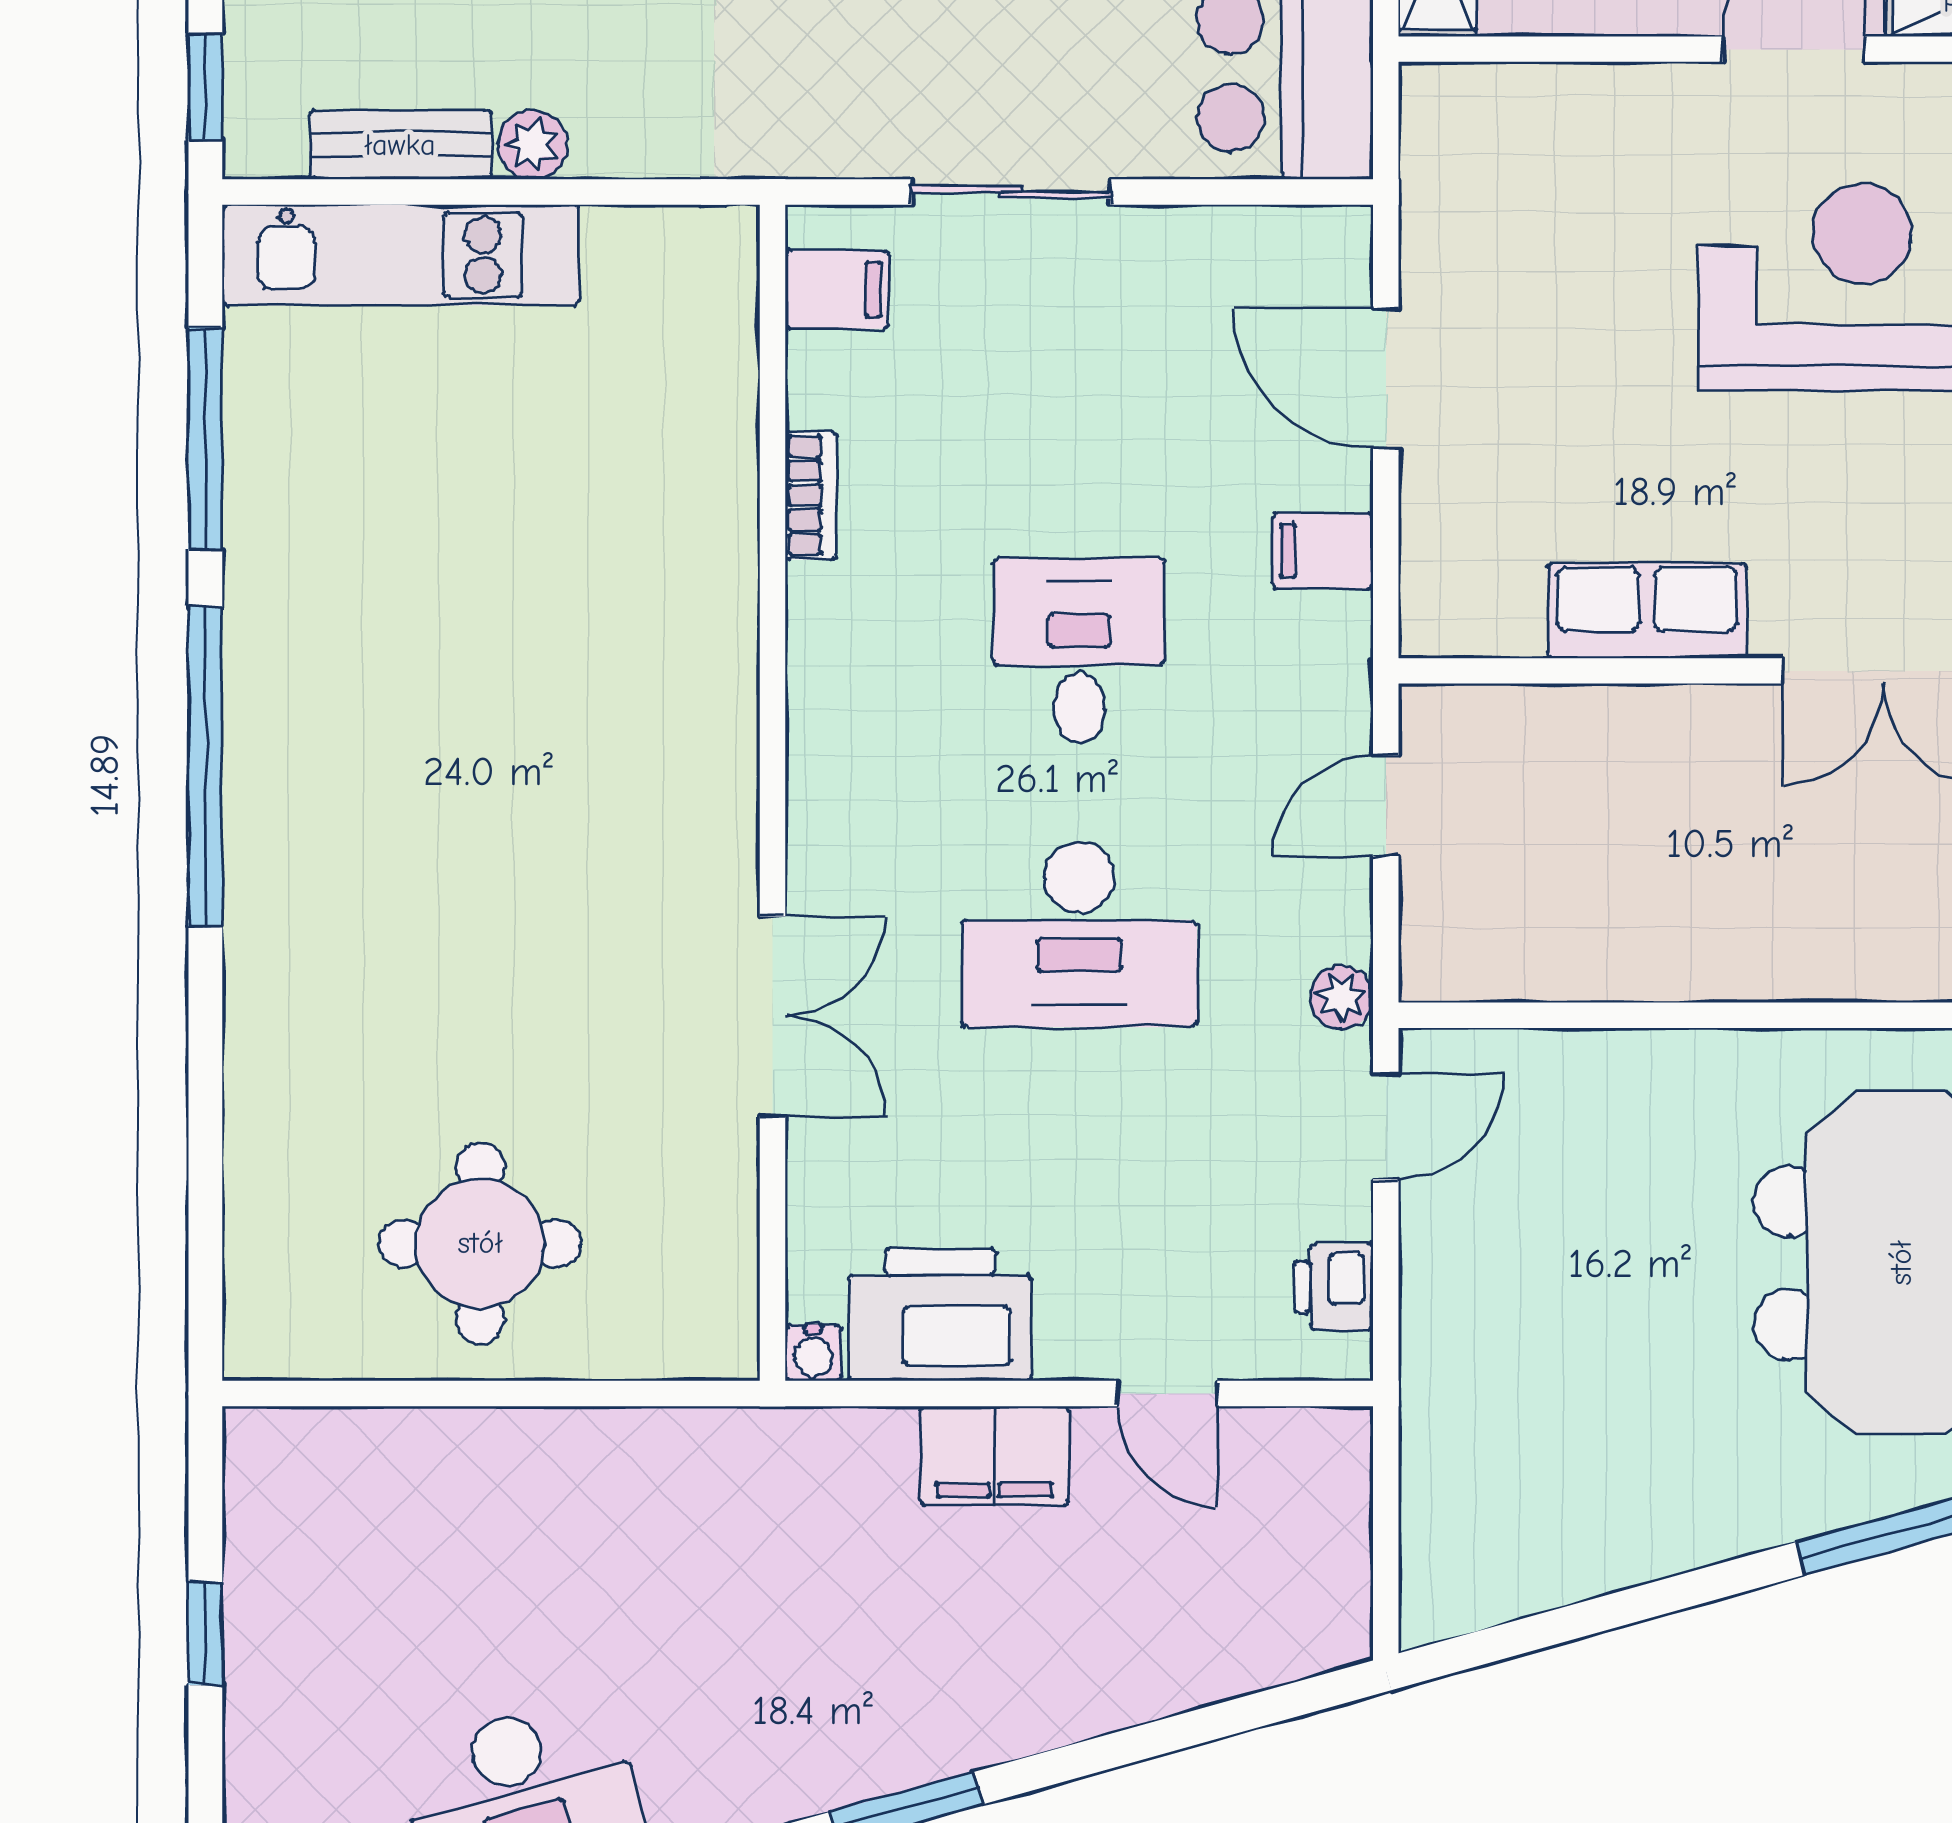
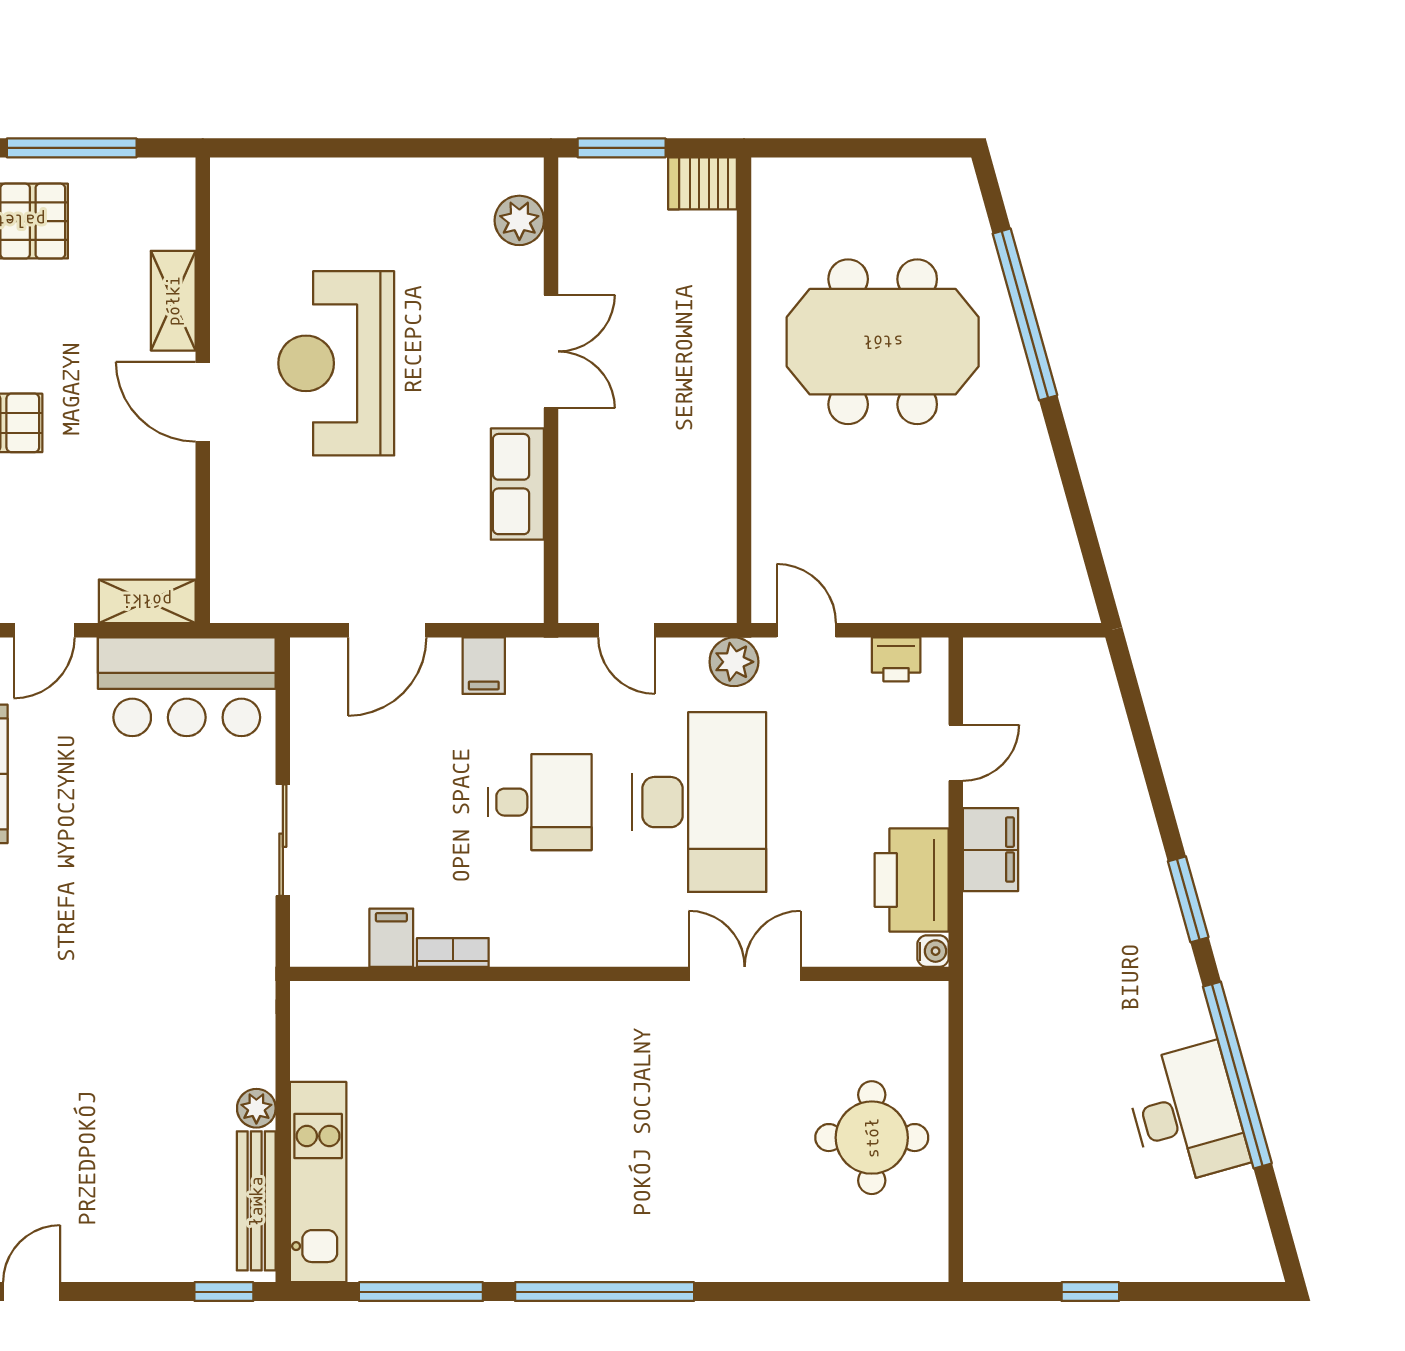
bench: (400, 145) -> (256, 1201), width x1.36
filing cabinet: (837, 290) -> (391, 938), moved
desk: (1079, 651) -> (540, 802), turned 180
desk: (1079, 935) -> (699, 802), width x1.36, depth x1.30
plant: (1342, 997) -> (734, 662), width x1.38, depth x1.38

